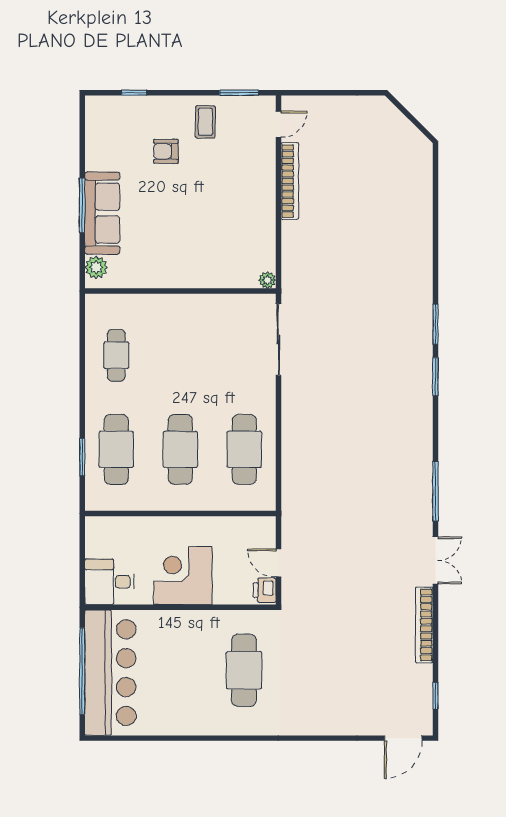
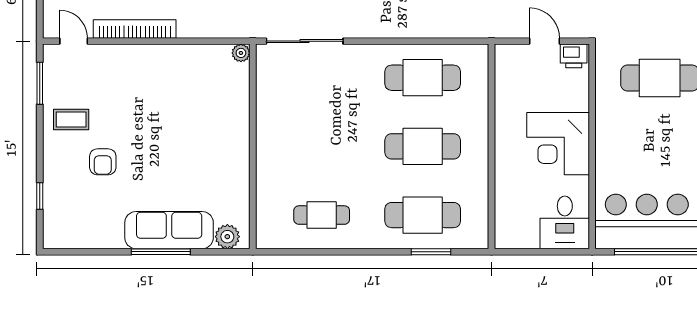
door: (278, 563) -> (545, 41), swing flipped

